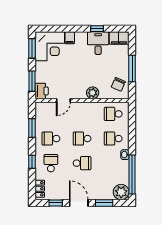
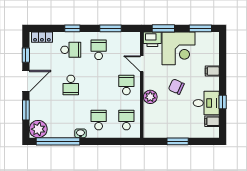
filing cabinet: (119, 38) -> (212, 121), width x0.50
corner desk: (50, 46) -> (179, 48), moved, turned -90
window: (132, 69) -> (178, 141), width x0.69
chair: (118, 84) -> (176, 87), moved
school desk: (82, 139) -> (126, 85), moved

